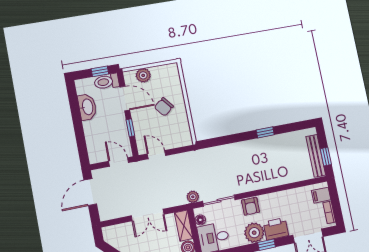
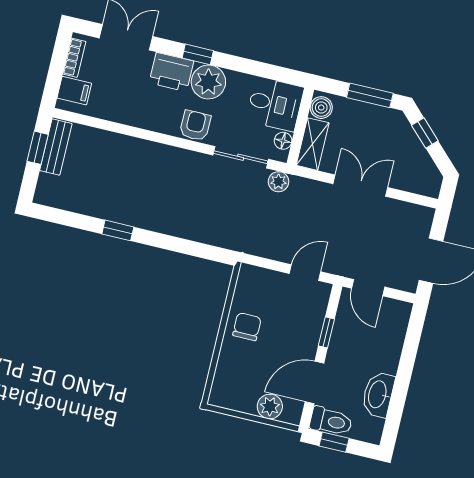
door: (125, 98) -> (314, 382), hinge flipped
chair: (164, 107) -> (247, 327), moved, turned -52
door: (156, 155) -> (305, 273), swing flipped
bench: (316, 156) -> (56, 147), width x0.73

